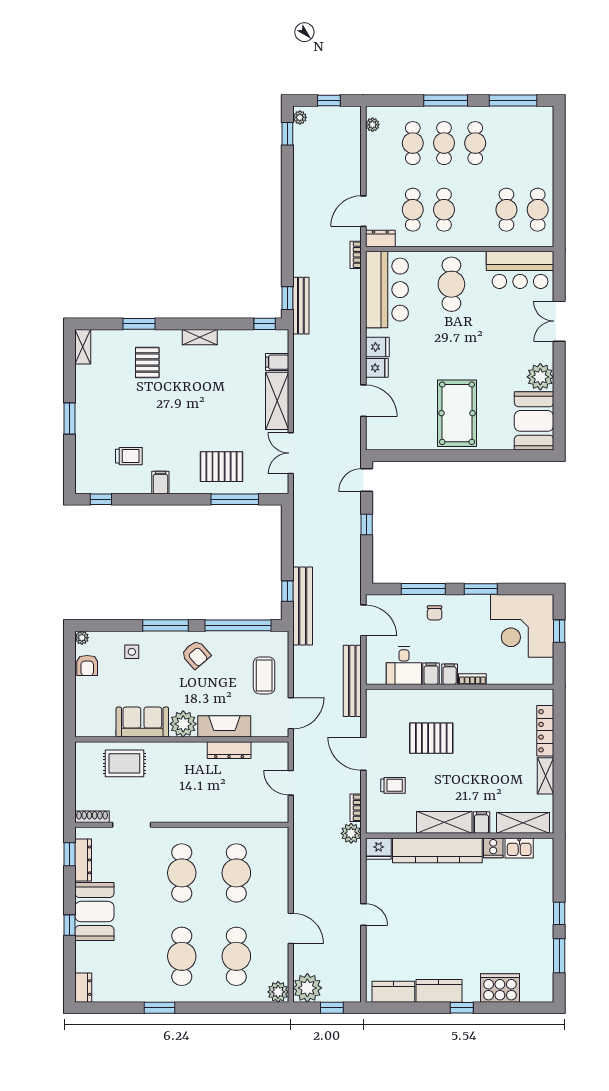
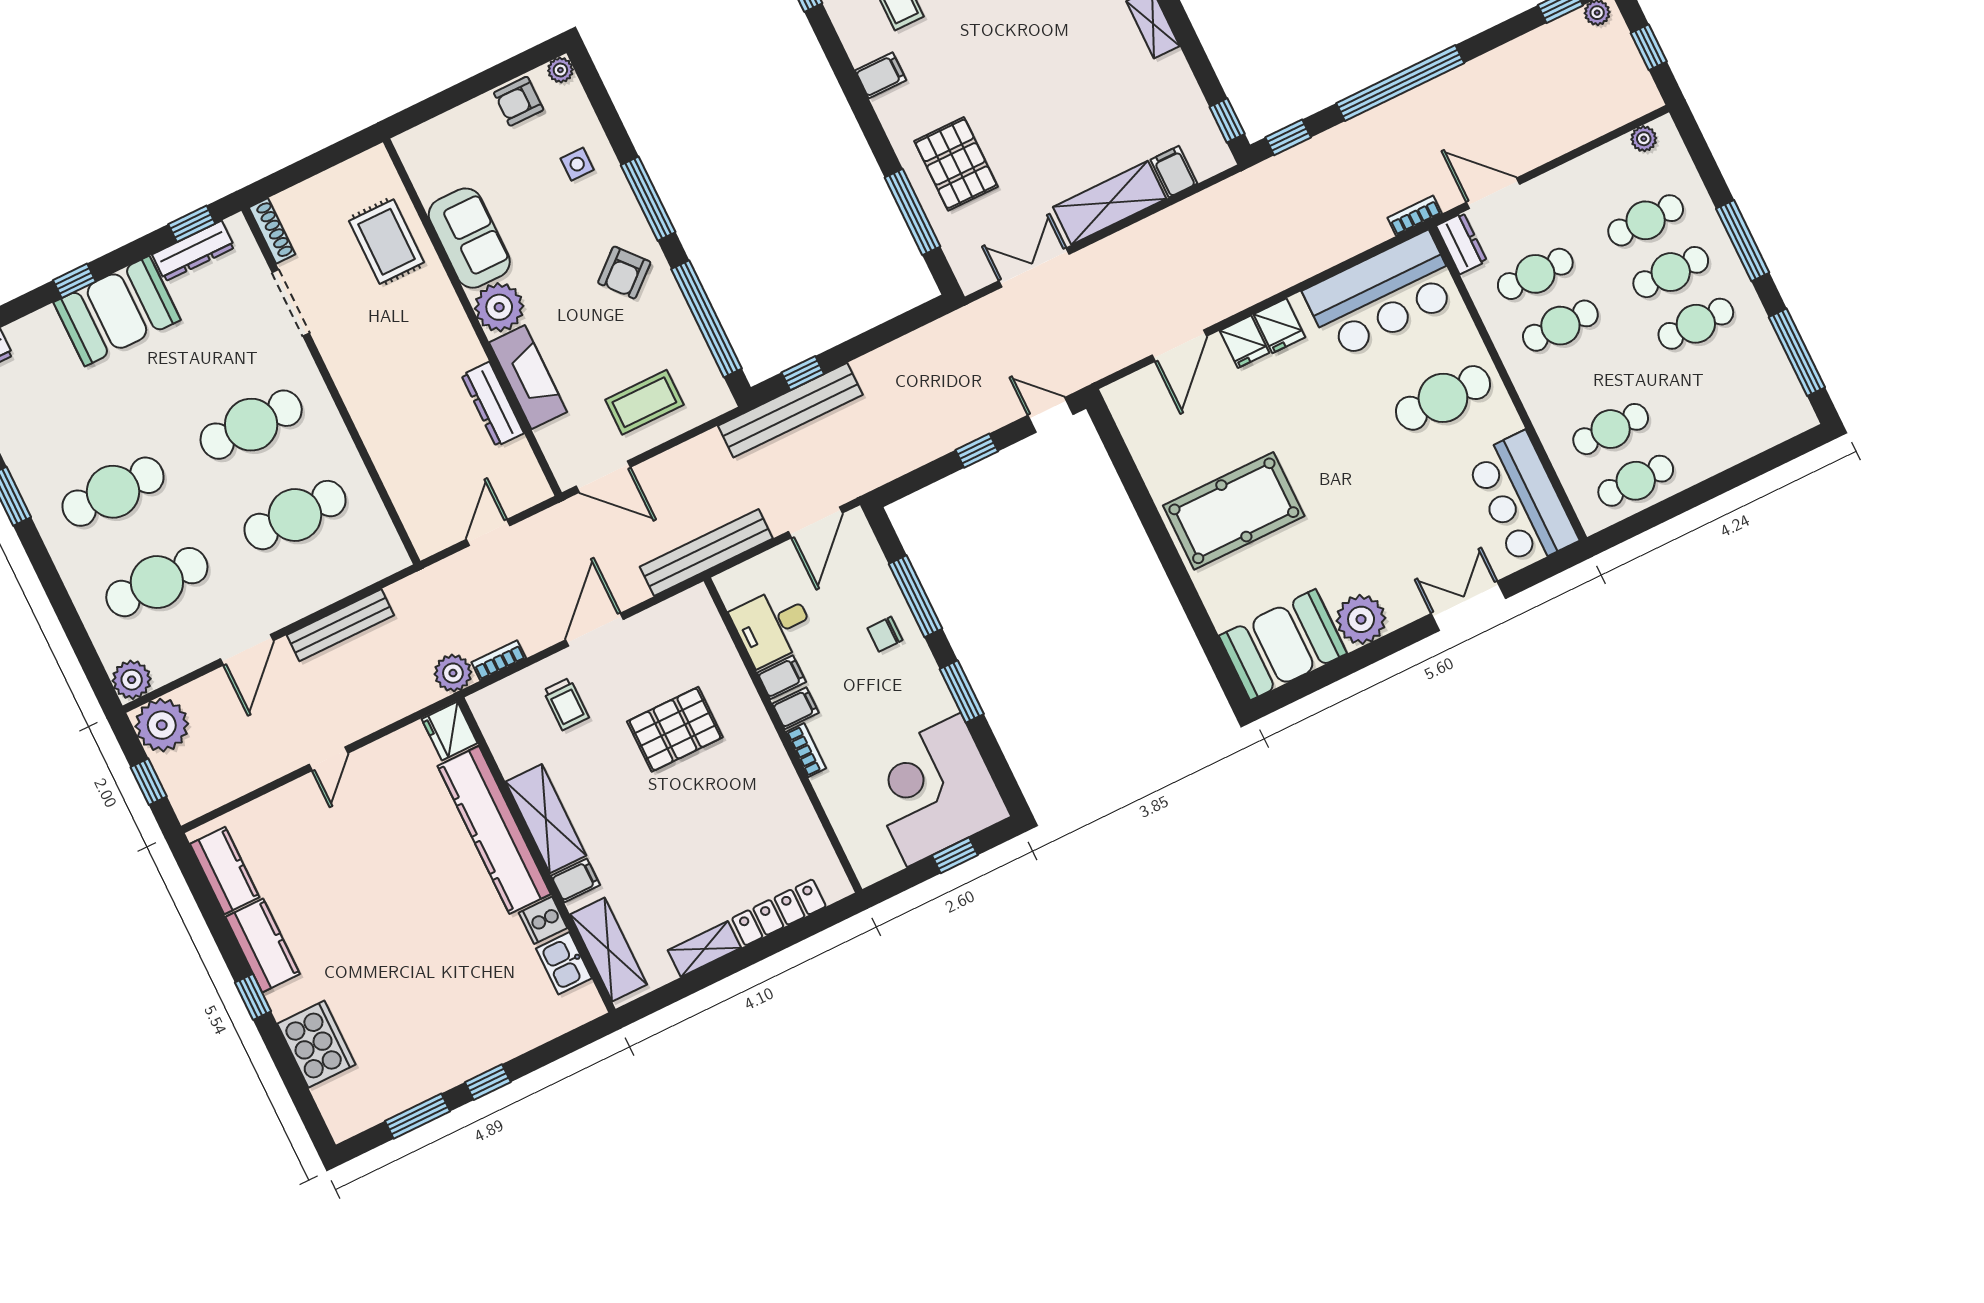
window: (287, 230) -> (1400, 83), added
bench: (301, 306) -> (340, 625), moved
pallet: (431, 738) -> (675, 729), turned 90

